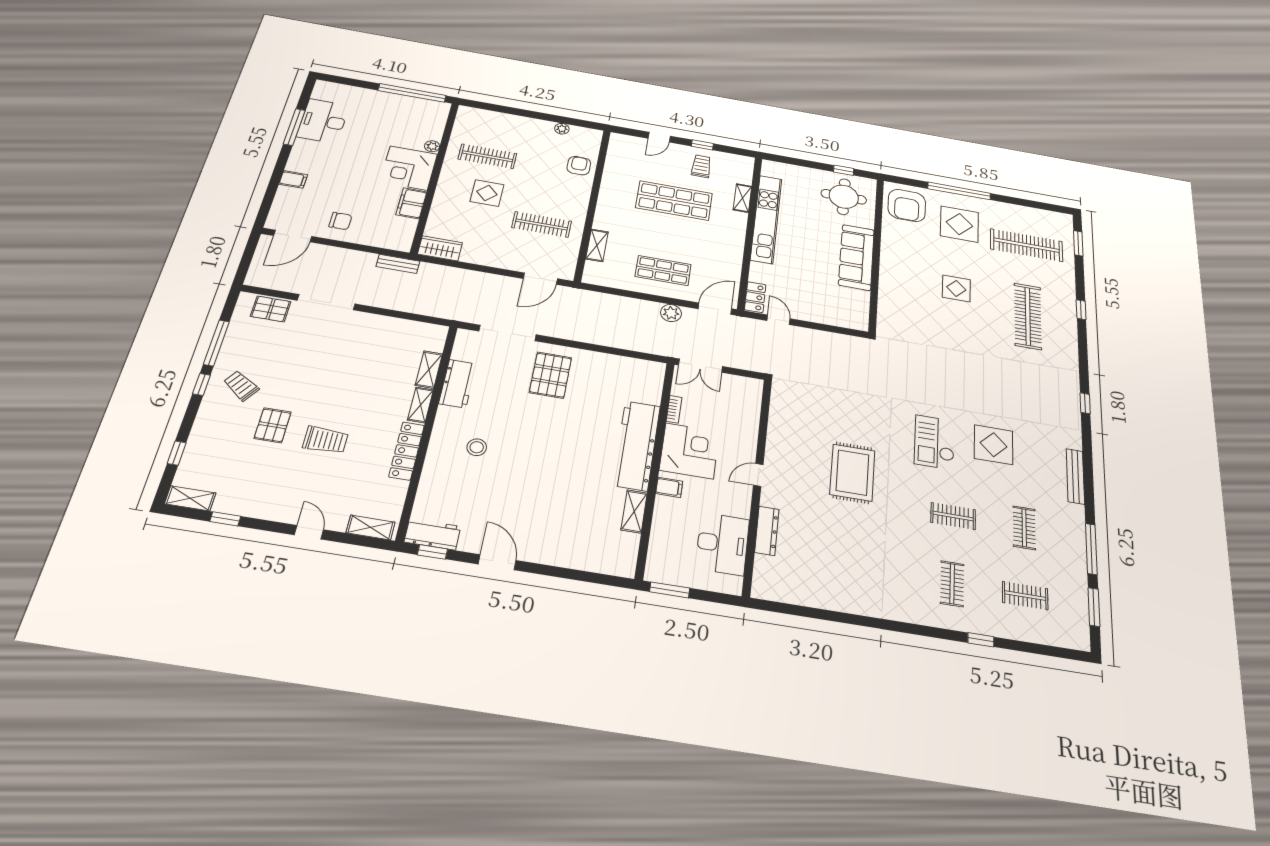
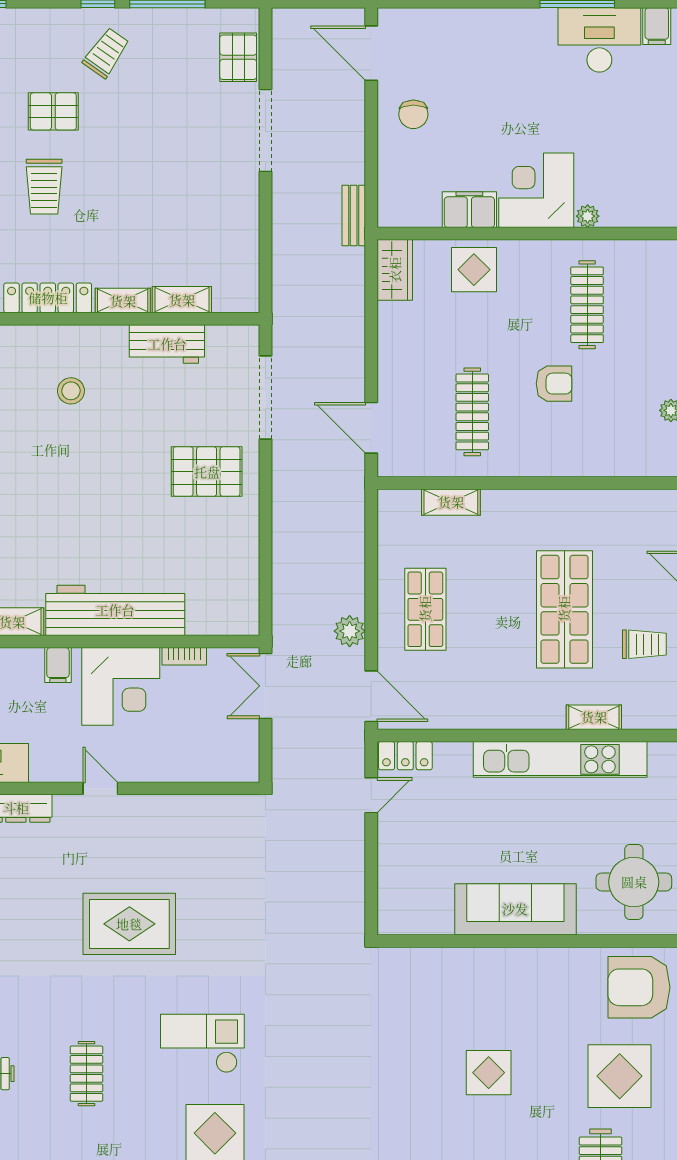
armchair: (579, 166) -> (554, 384), moved
filing cabinet: (293, 179) -> (657, 26), moved
display table: (487, 193) -> (474, 270), moved

